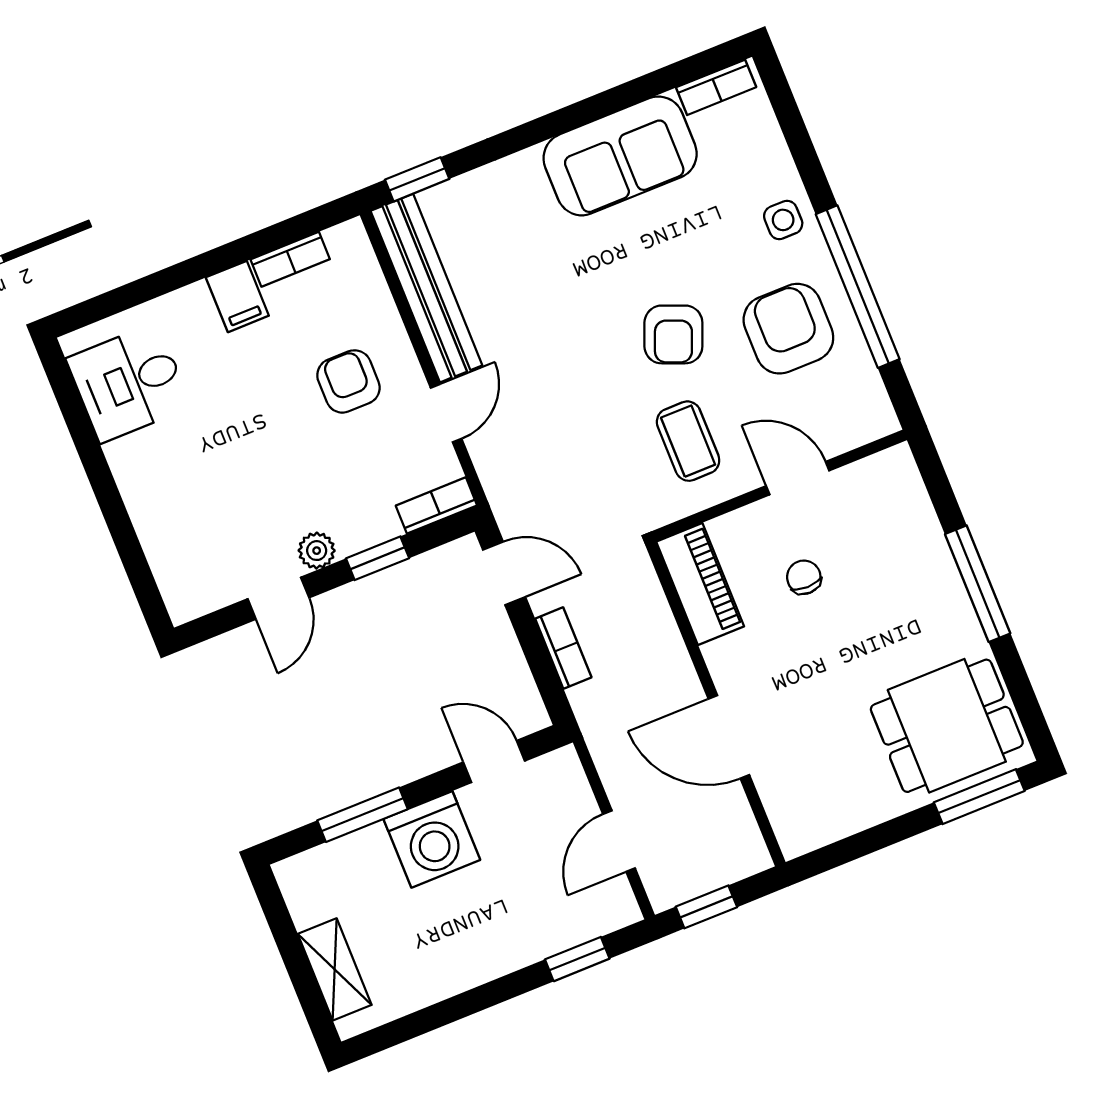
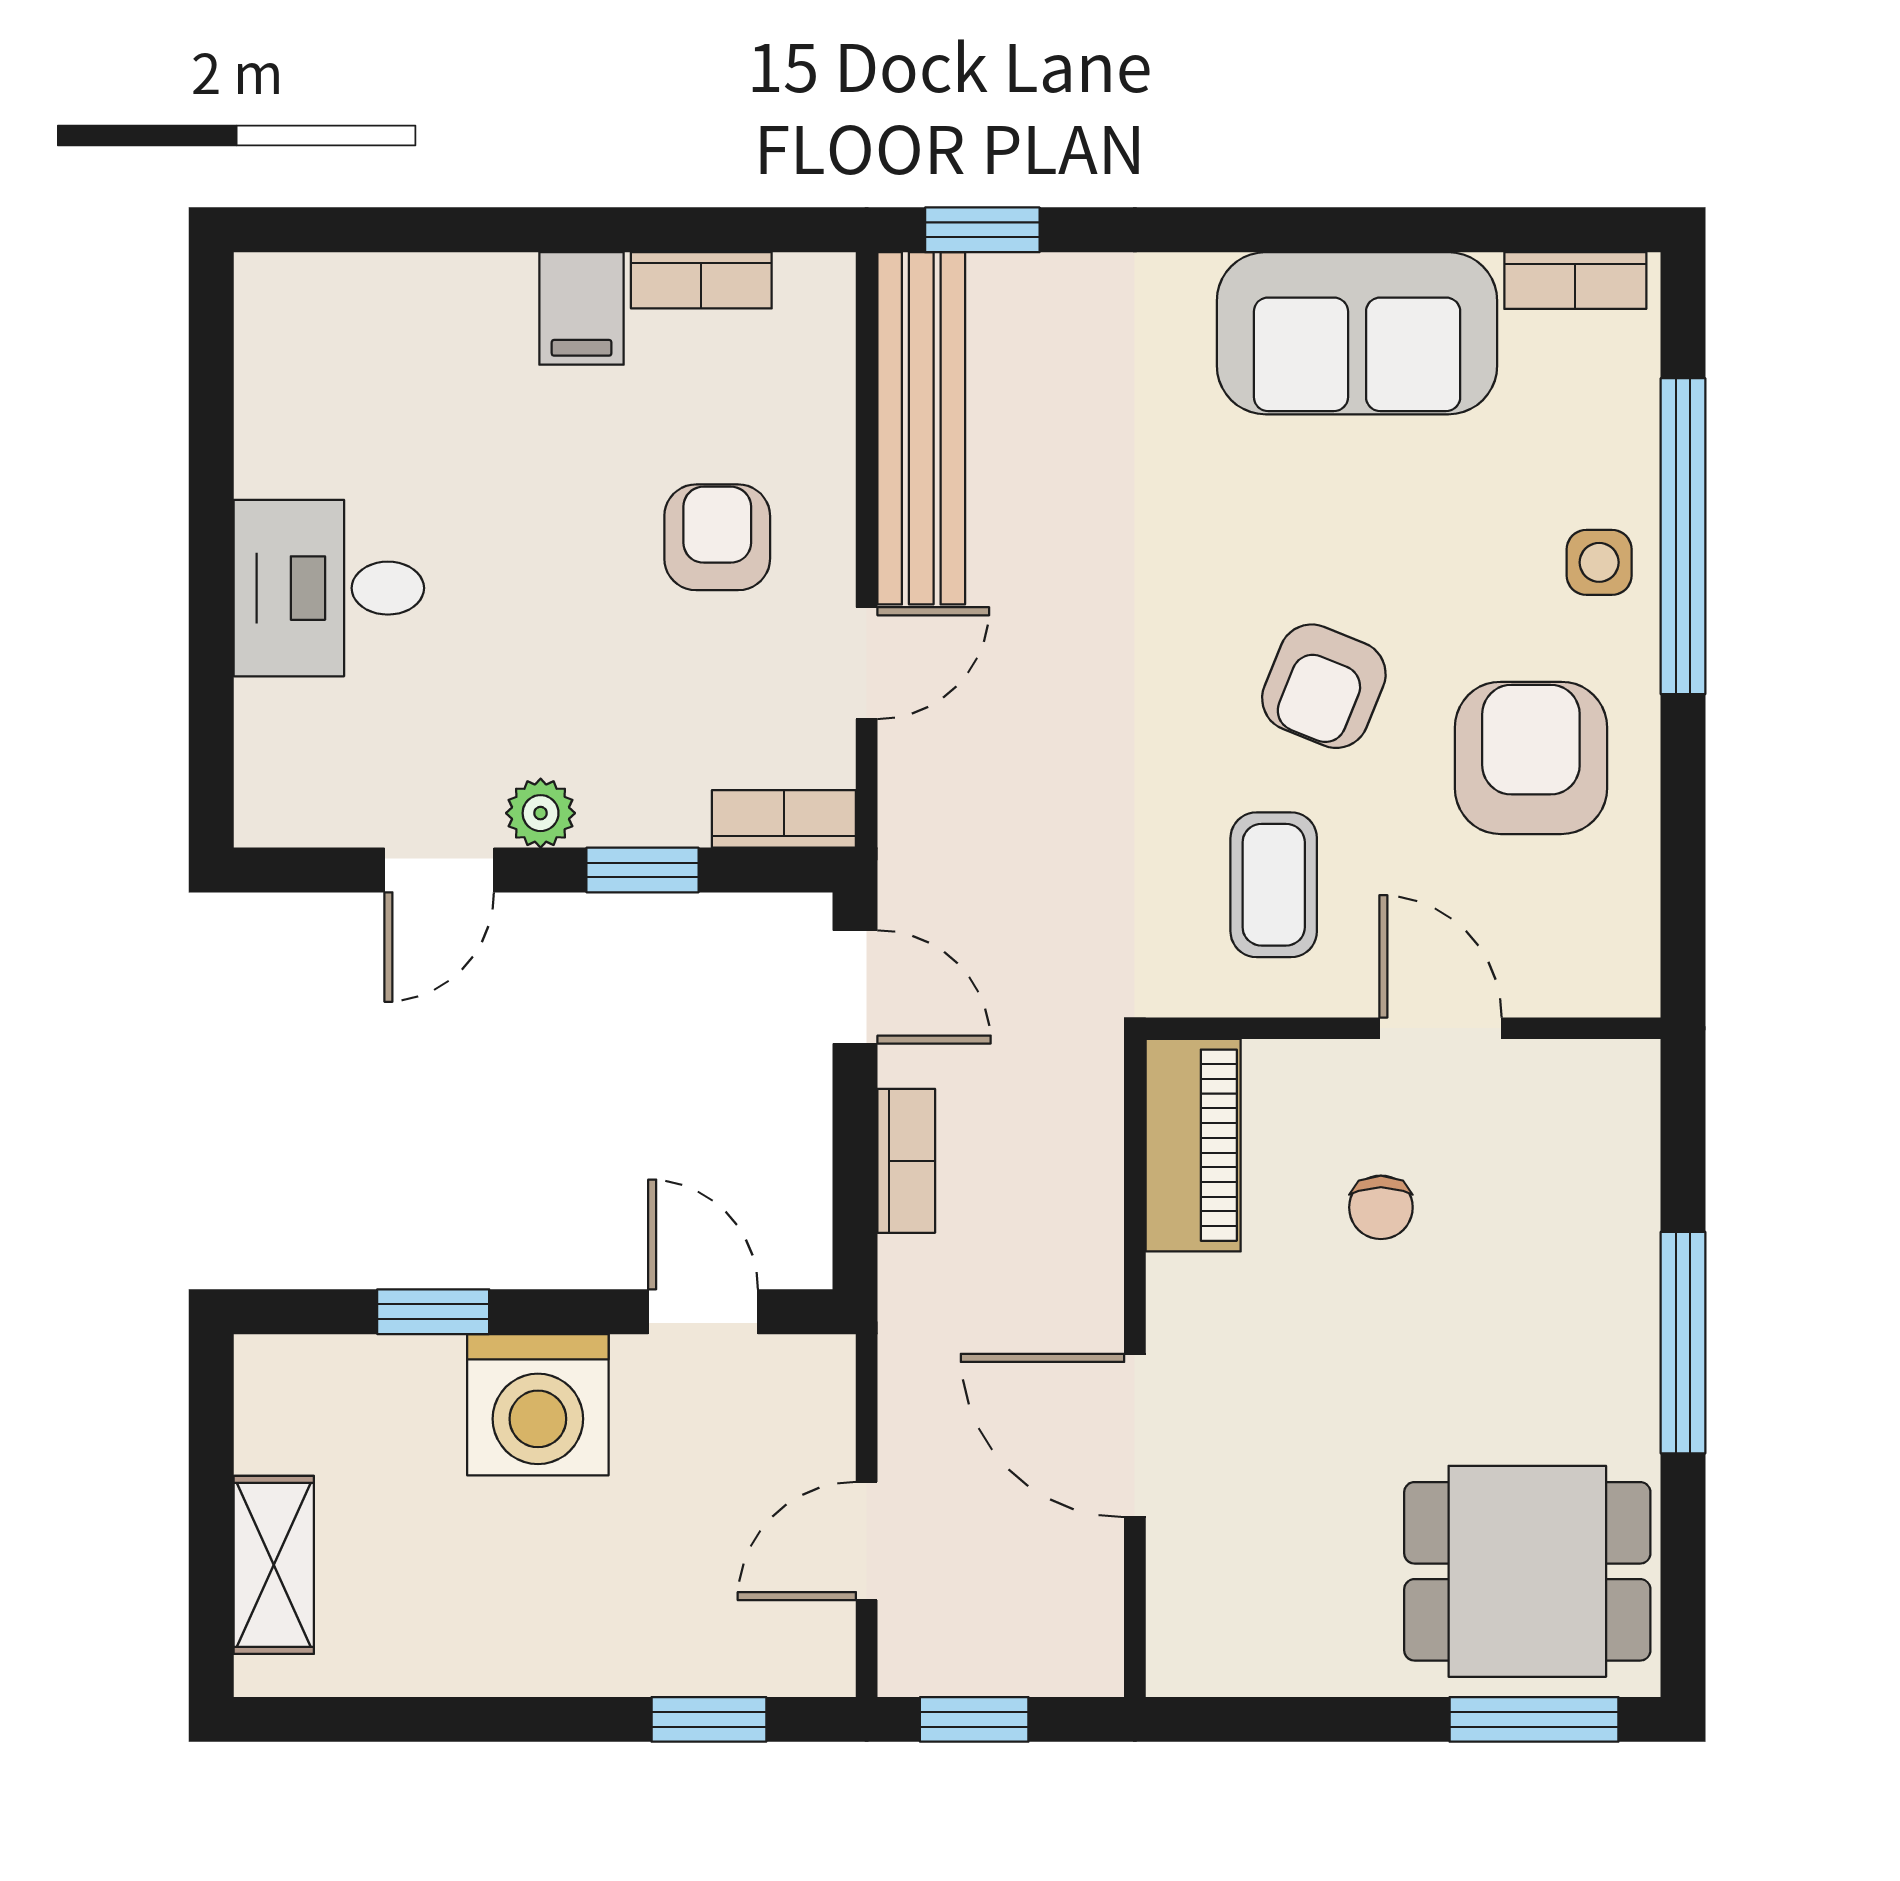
window: (858, 287) -> (1683, 536), moved
desk: (129, 383) -> (329, 588), moved
chair: (804, 577) -> (1381, 1207), turned 180
window: (363, 815) -> (433, 1312), width x0.67

